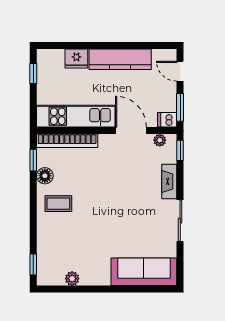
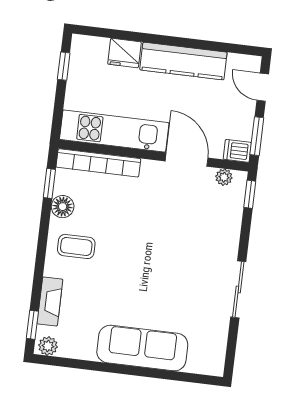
fireplace: (169, 181) -> (50, 302), moved, turned 180
sofa: (144, 272) -> (142, 348), moved
plant: (72, 279) -> (48, 346), moved

